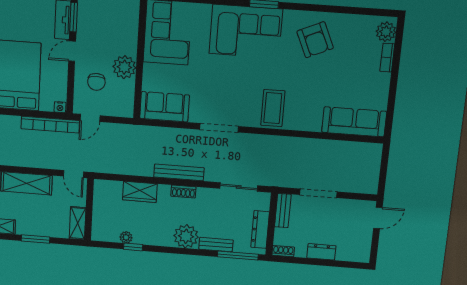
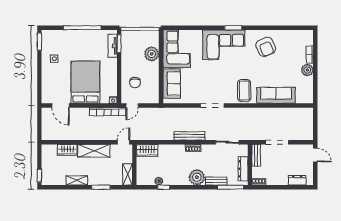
plant: (386, 32) -> (307, 70), moved
door: (72, 51) -> (119, 65), removed
plant: (124, 67) -> (152, 54), moved
sofa: (165, 107) -> (172, 84), moved, turned 90
sofa: (354, 122) -> (276, 95), moved
door: (73, 174) -> (123, 142), swing flipped
wardrobe: (140, 192) -> (147, 150), moved
door: (378, 218) -> (315, 155), hinge flipped
dresser: (321, 252) -> (297, 180), moved

